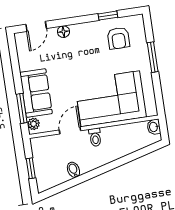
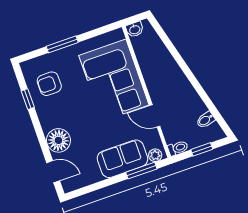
floor lamp: (63, 32) -> (58, 140), width x1.89, depth x1.89
armchair: (118, 38) -> (49, 84), turned 180
toilet: (95, 137) -> (178, 148), moved
bidet: (73, 170) -> (206, 120), moved

